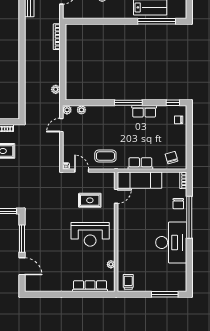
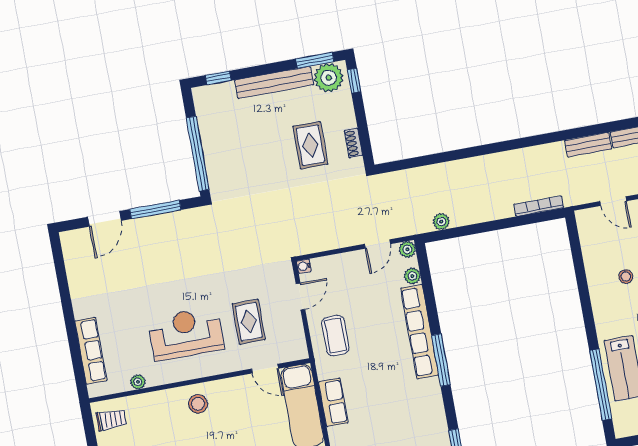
row of seats: (144, 111) -> (420, 332), moved, width x2.02
door: (61, 125) -> (377, 244), swing flipped
reception desk: (90, 234) -> (186, 334), turned 90
stool: (128, 235) -> (198, 404), added

